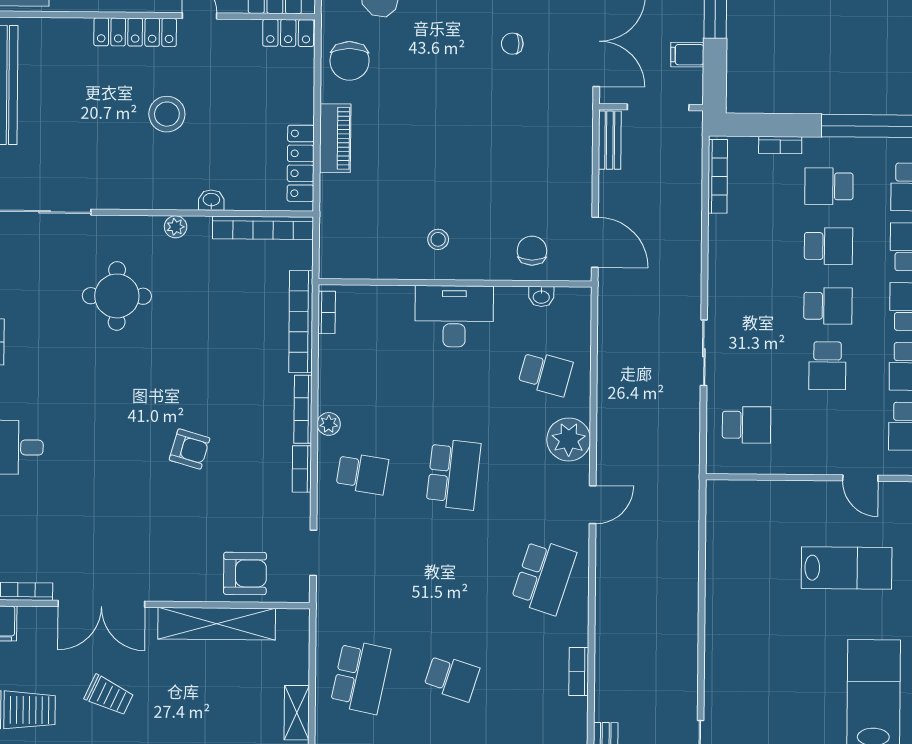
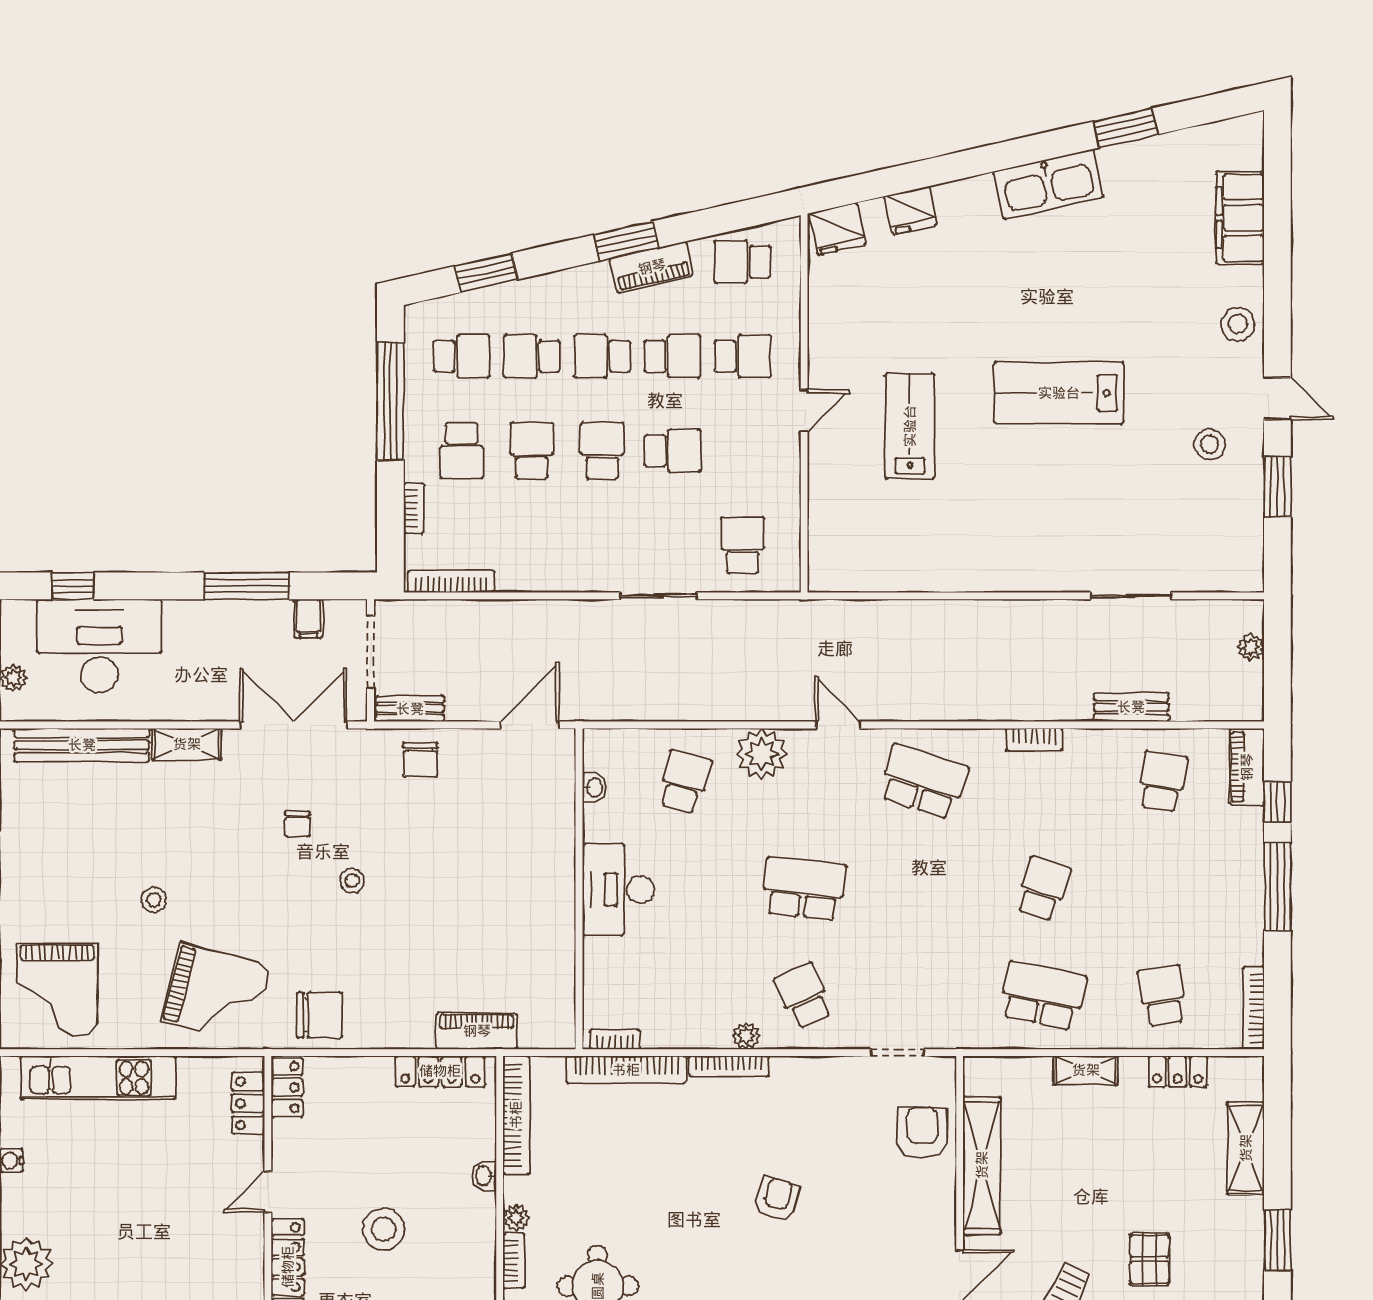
piano: (335, 138) -> (477, 1031), moved
stool: (438, 239) -> (352, 881), moved
chair: (532, 251) -> (420, 760), moved, turned -90
bookcase: (302, 469) -> (514, 1261), moved, turned -90
school desk: (362, 473) -> (804, 996), turned -33

